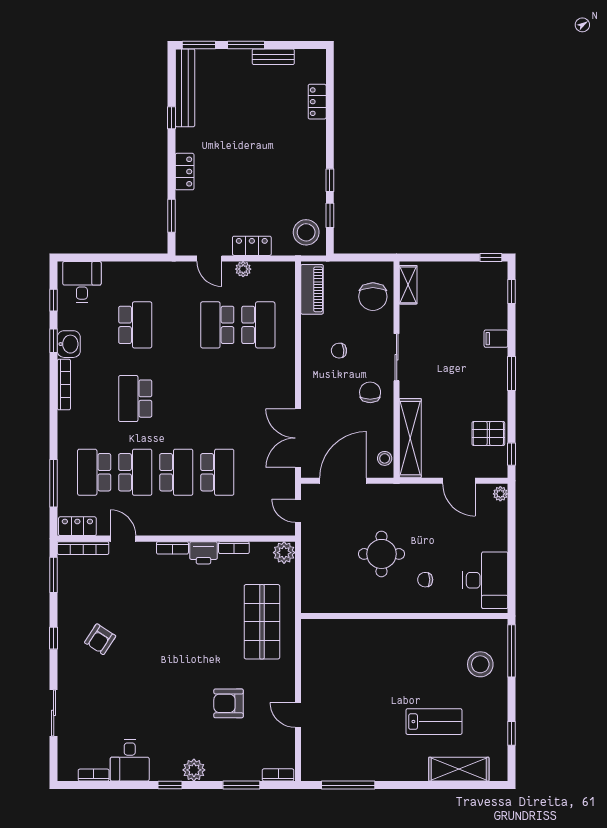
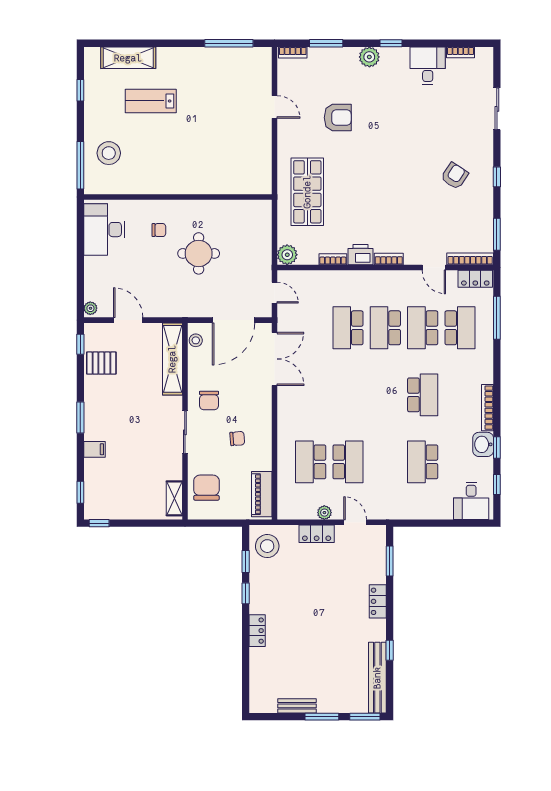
locker: (317, 102) -> (257, 631), moved

